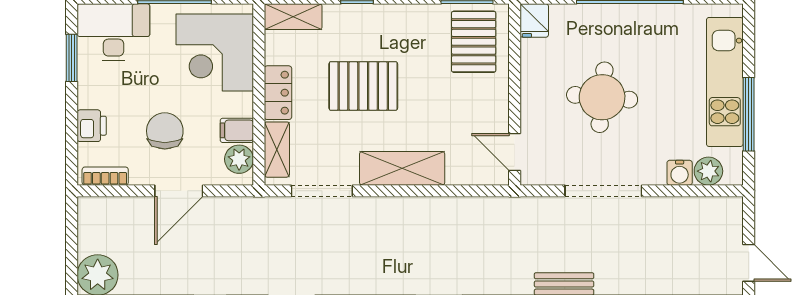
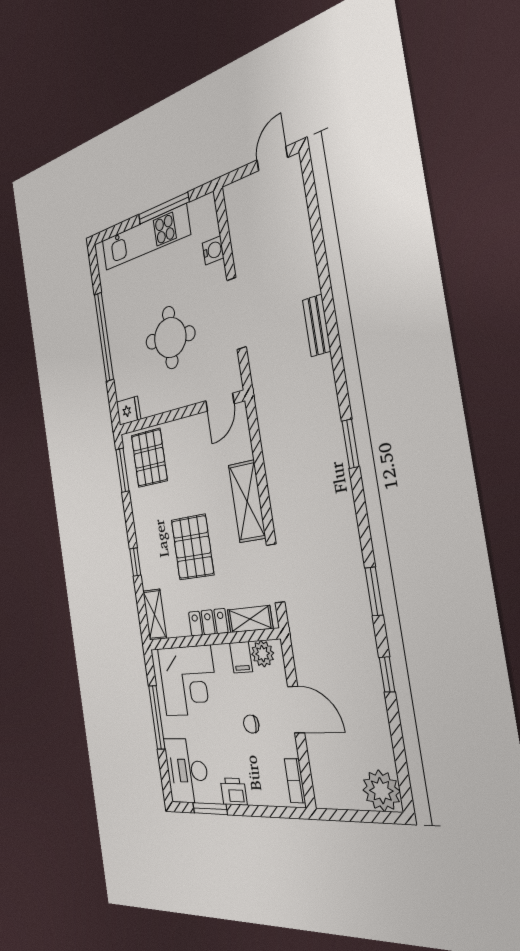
pallet: (474, 42) -> (149, 458), turned 90
printer: (92, 126) -> (234, 791), moved
chair: (165, 131) -> (251, 724), width x0.54, depth x0.54
plant: (708, 171) -> (208, 225), removed

